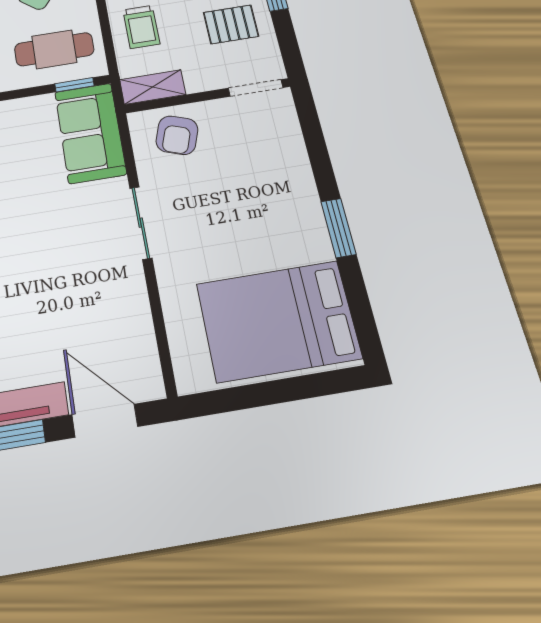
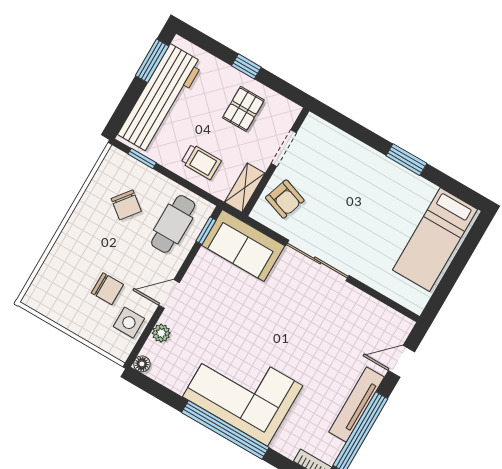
doorway: (256, 88) -> (284, 148), moved
sliding door: (141, 223) -> (318, 261), width x1.37
bed: (278, 321) -> (435, 240), width x0.67
door: (105, 421) -> (402, 361), width x0.73

